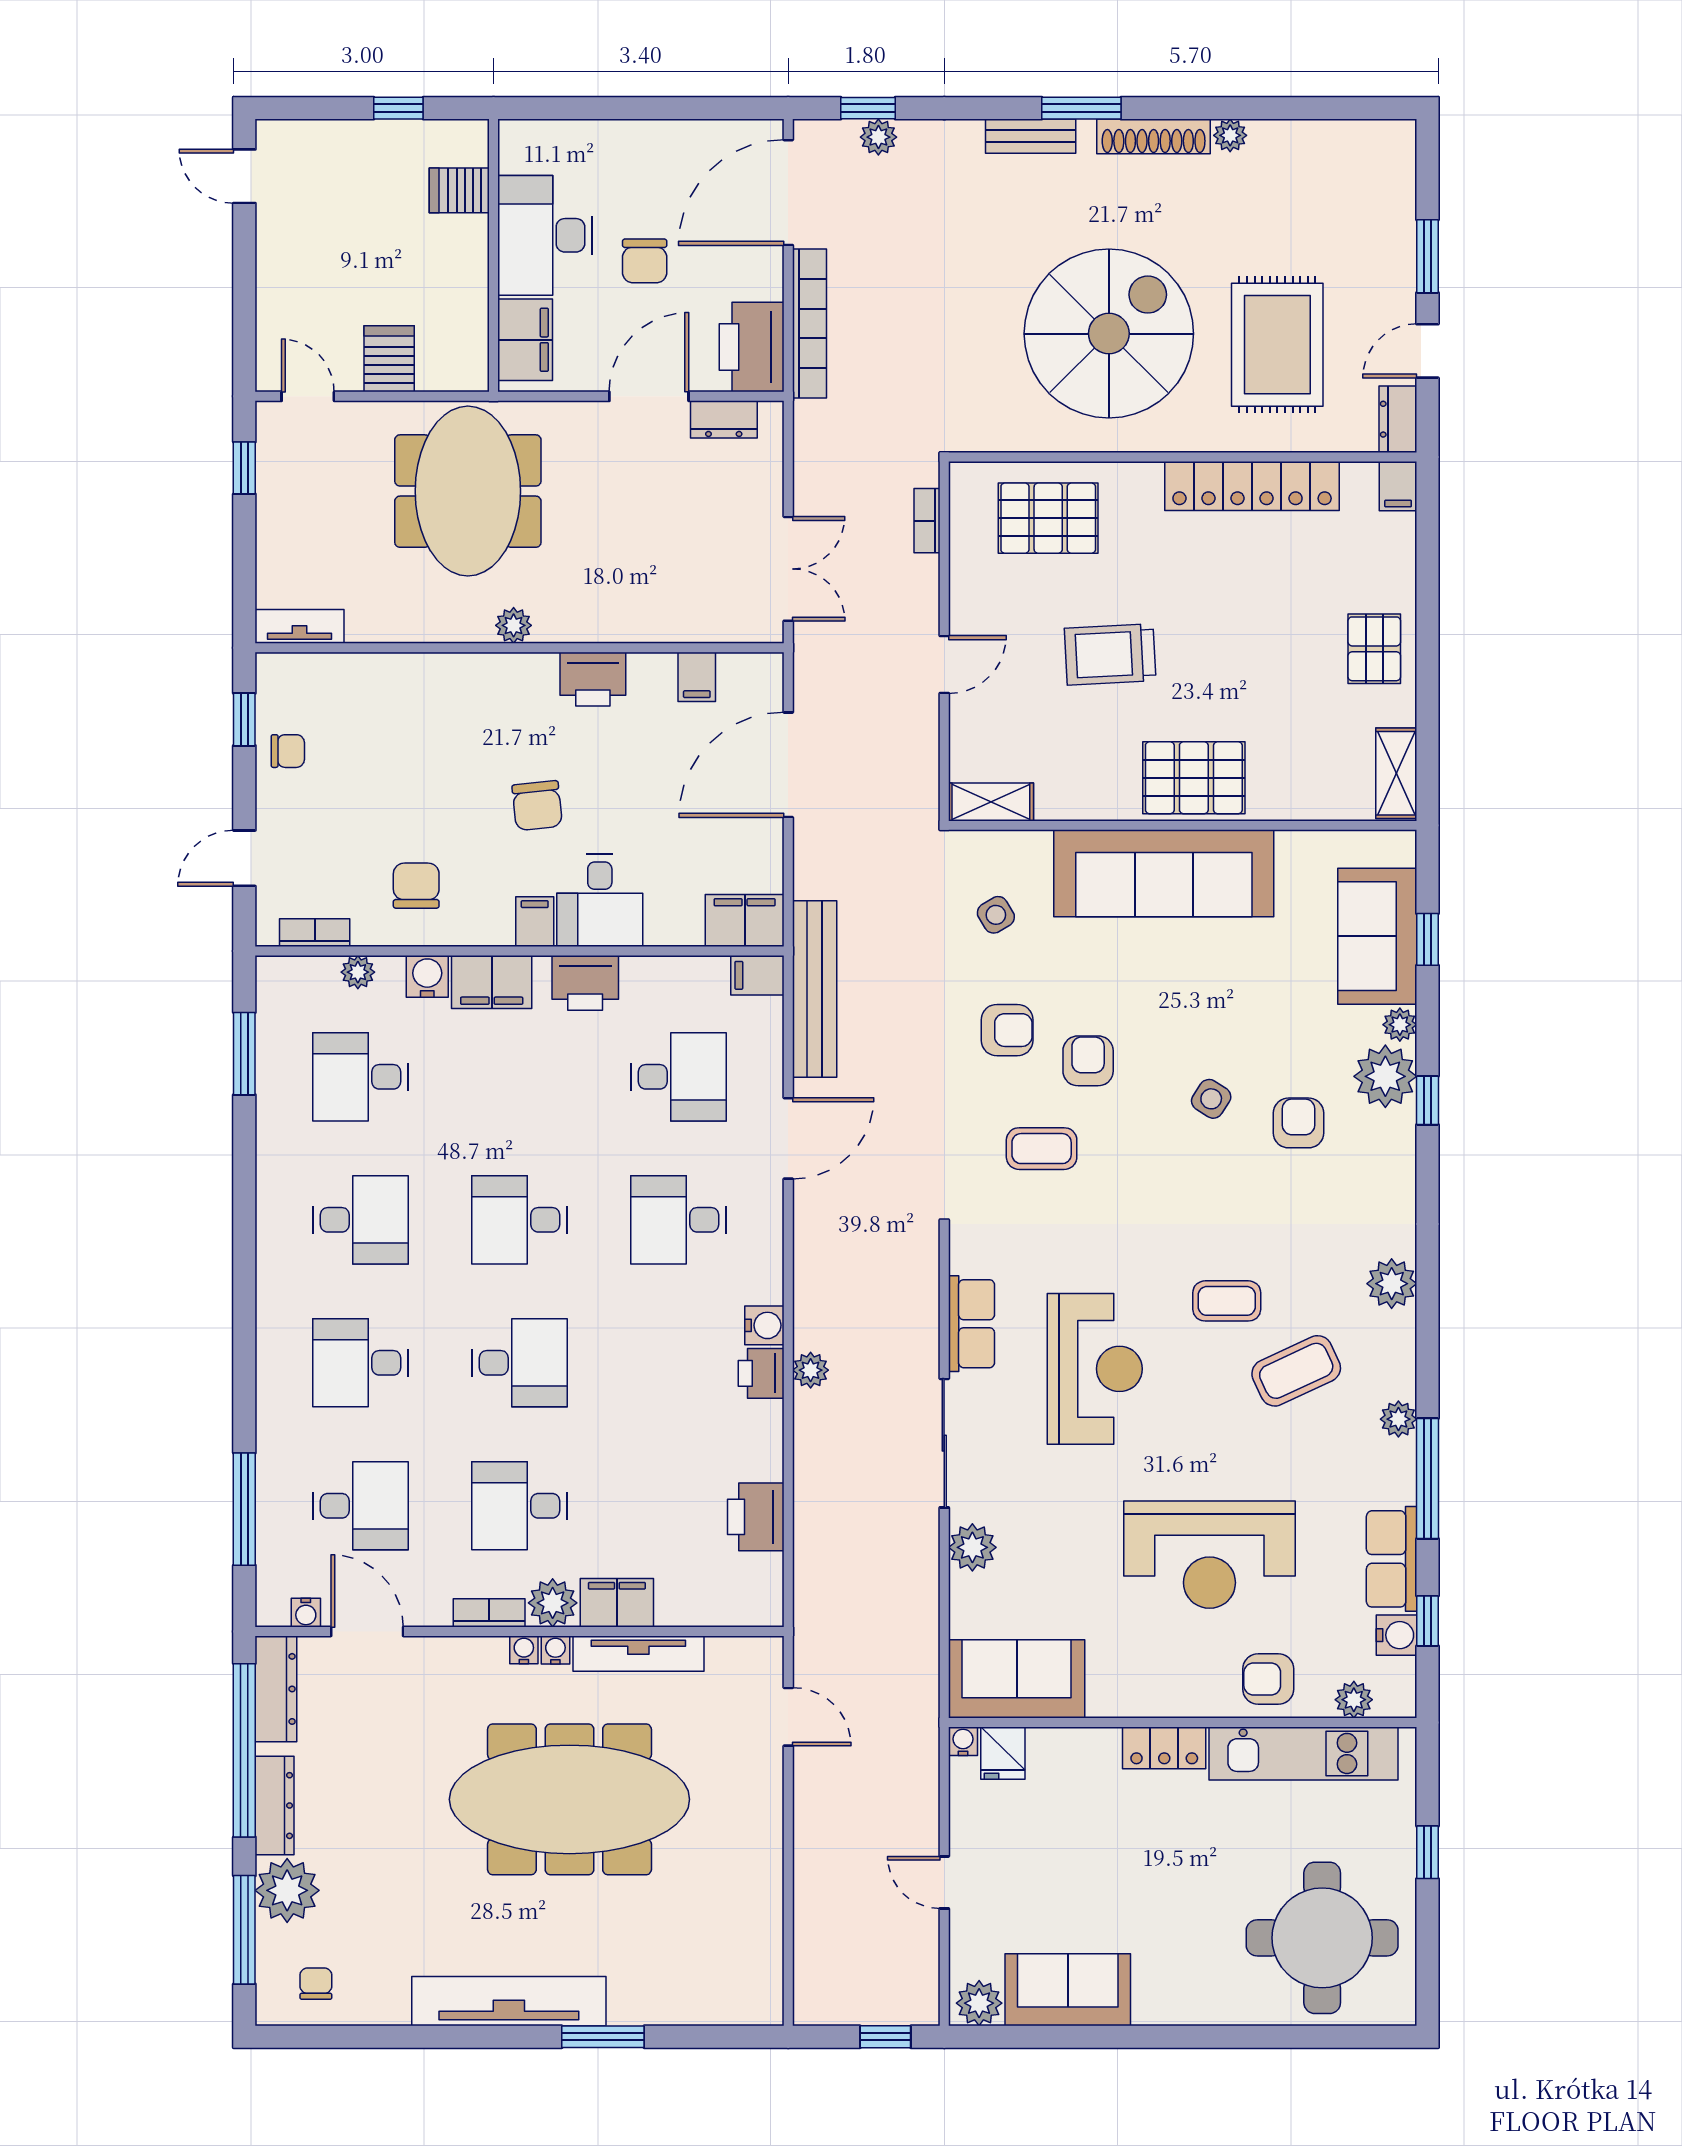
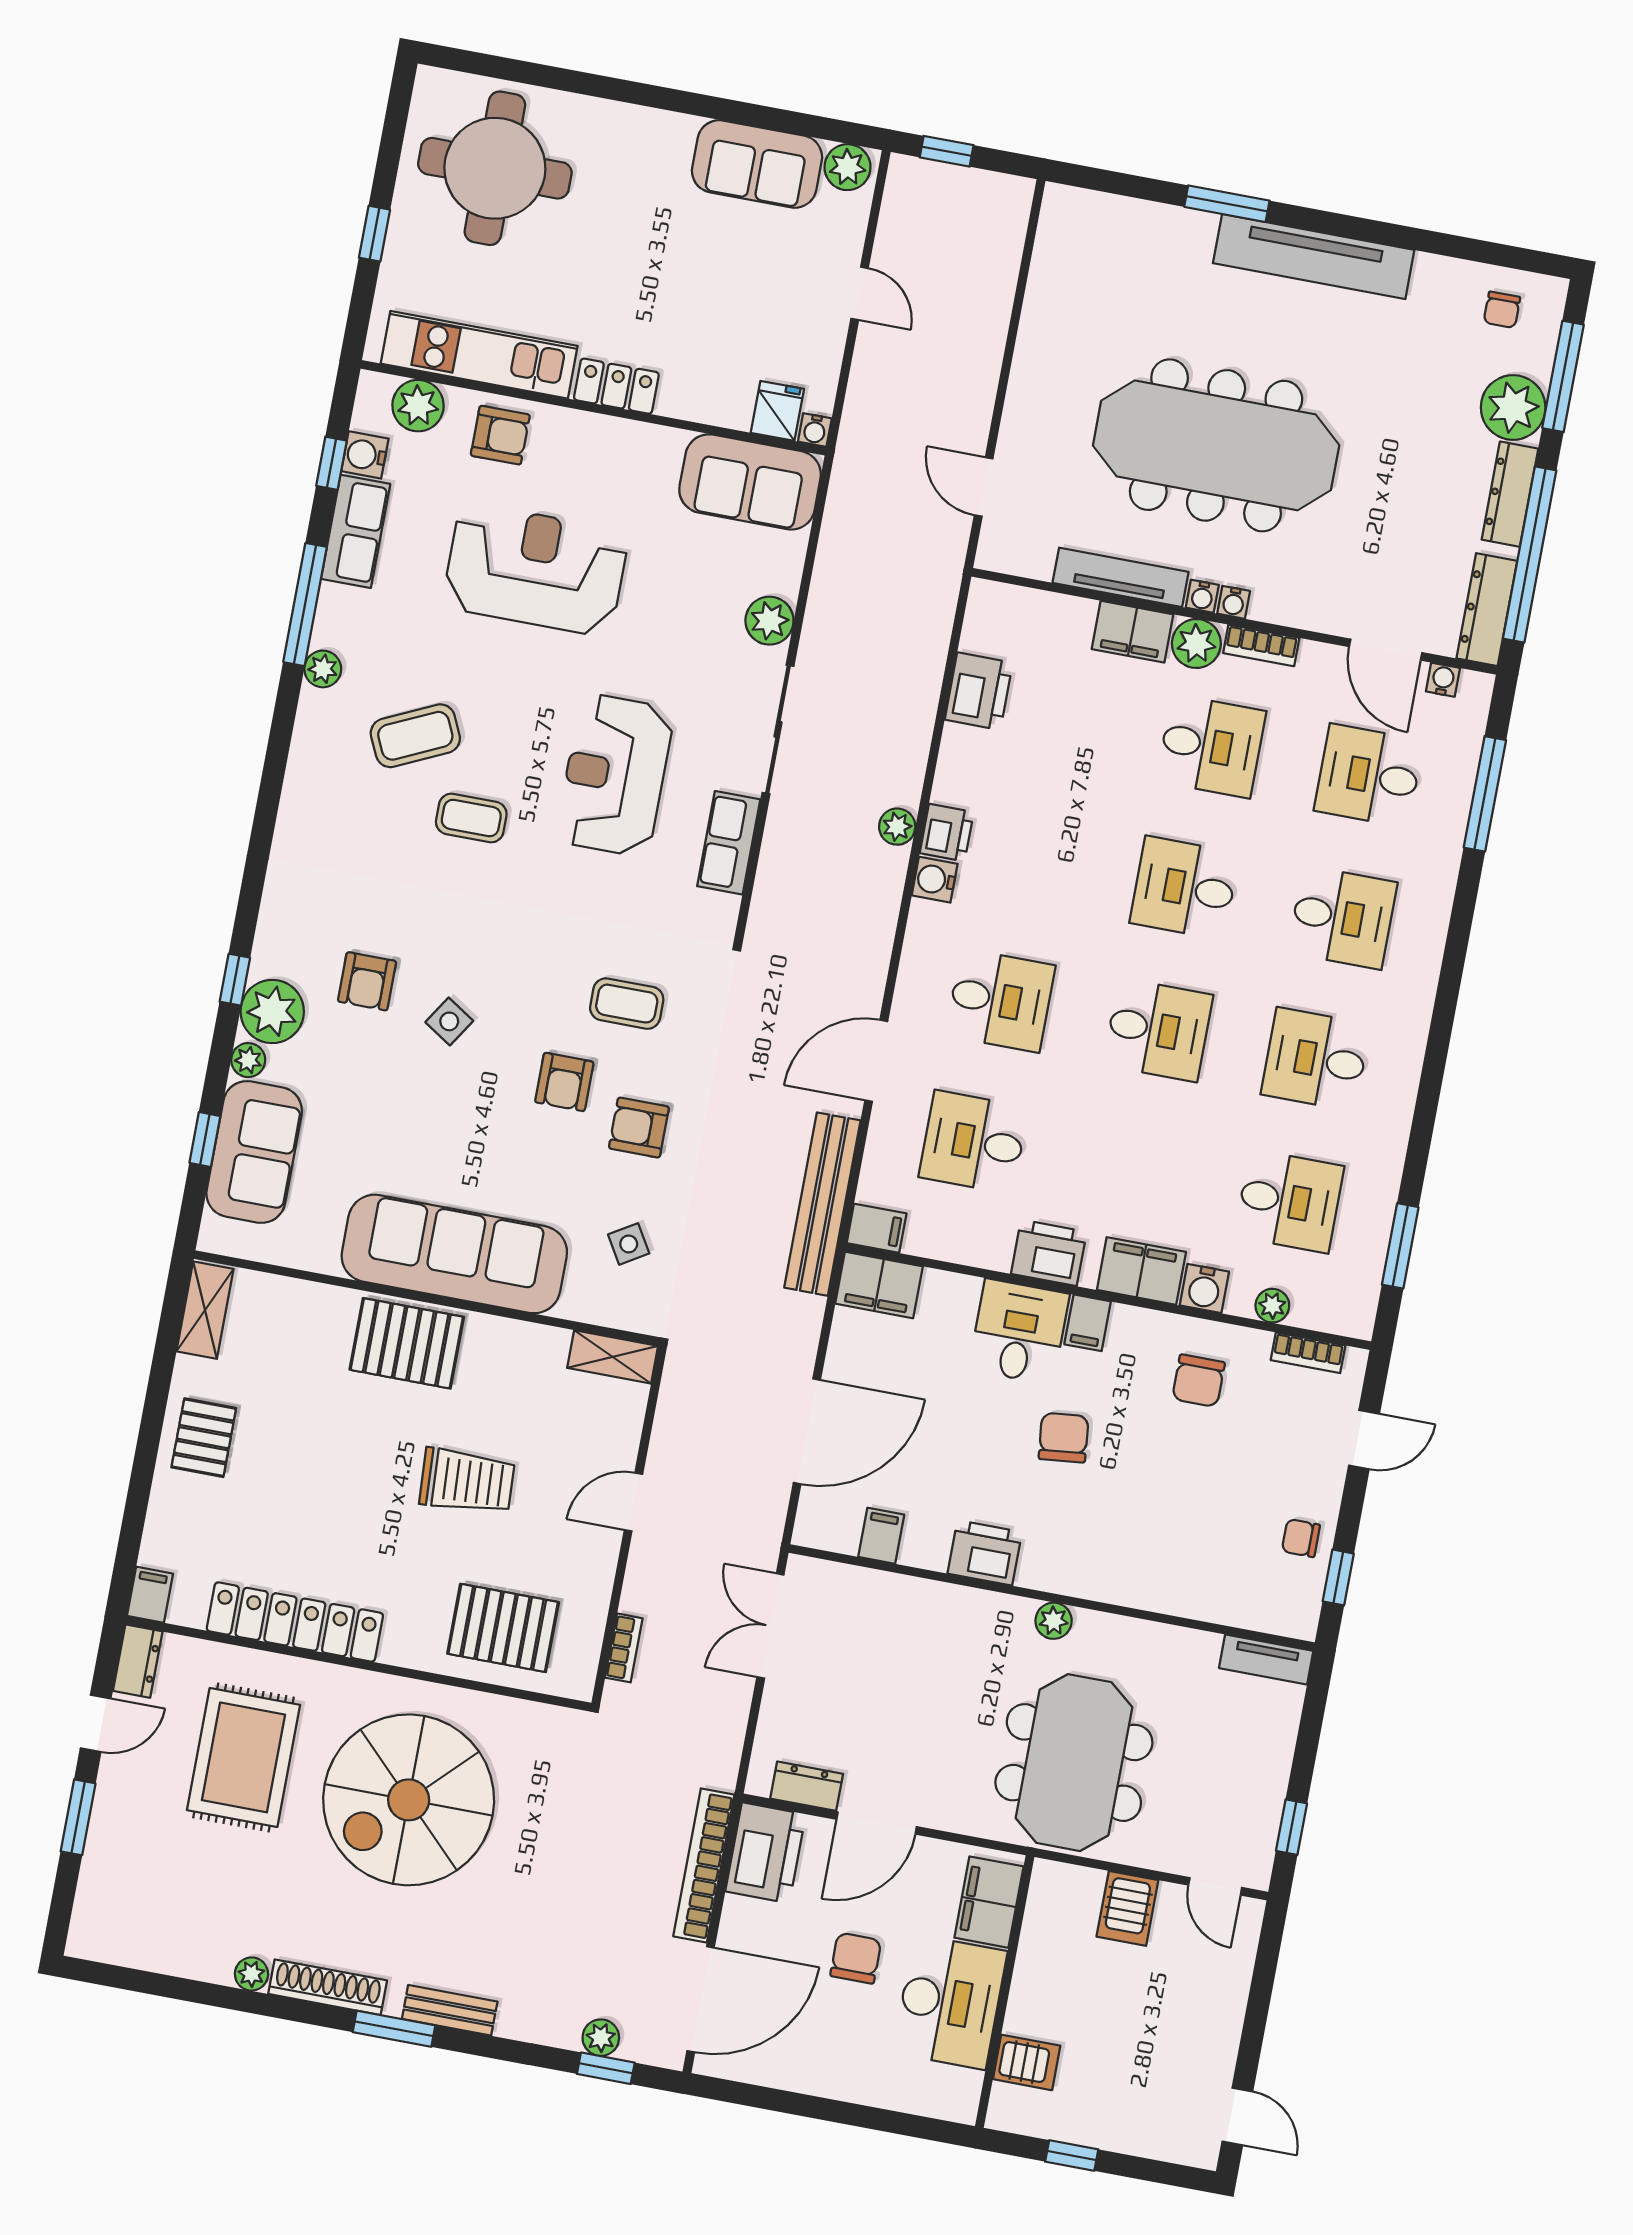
plant: (1392, 1284) -> (304, 805), removed
plant: (1354, 1700) -> (418, 406), width x1.38, depth x1.38

